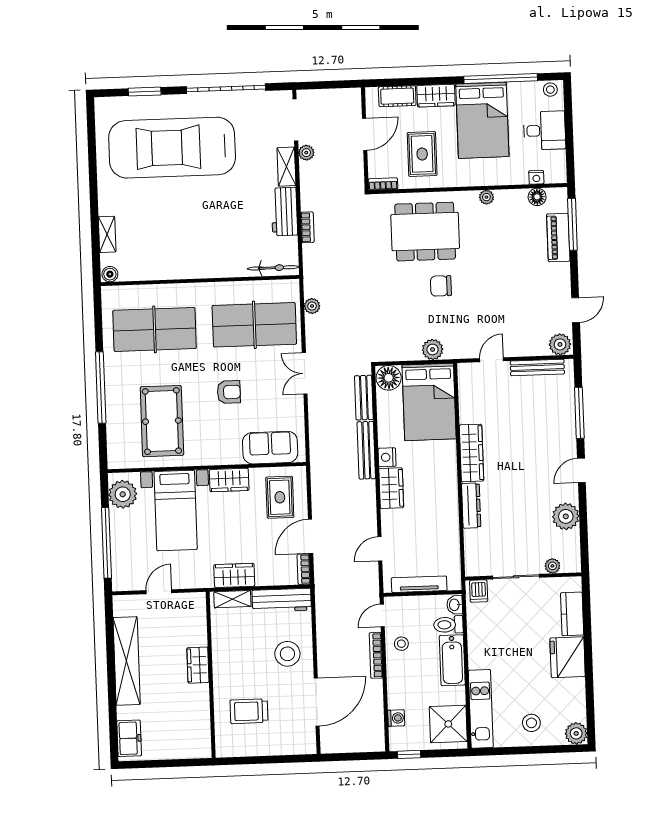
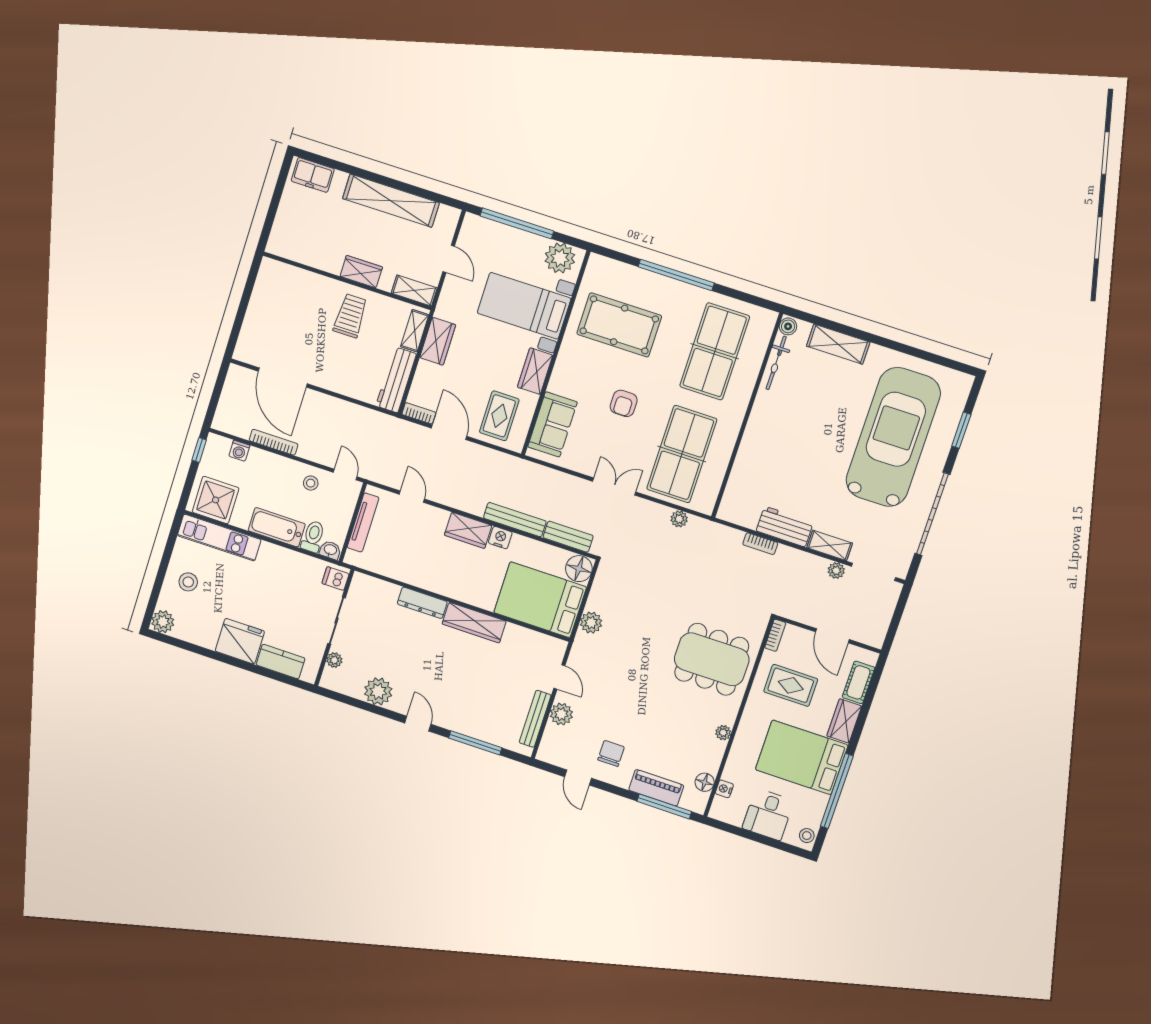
dining table: (425, 232) -> (712, 659), turned 90
shelving: (107, 234) -> (838, 344), width x1.50, depth x1.33
bicycle: (273, 268) -> (776, 363), moved
chair: (441, 286) -> (611, 753), moved
plant: (560, 344) -> (561, 714), moved
rug: (280, 497) -> (499, 416), turned 90
shelving: (197, 612) -> (414, 290), added
stool: (287, 654) -> (341, 366), removed
bookcase: (376, 655) -> (274, 442), moved
trolley: (249, 711) -> (350, 316), moved

